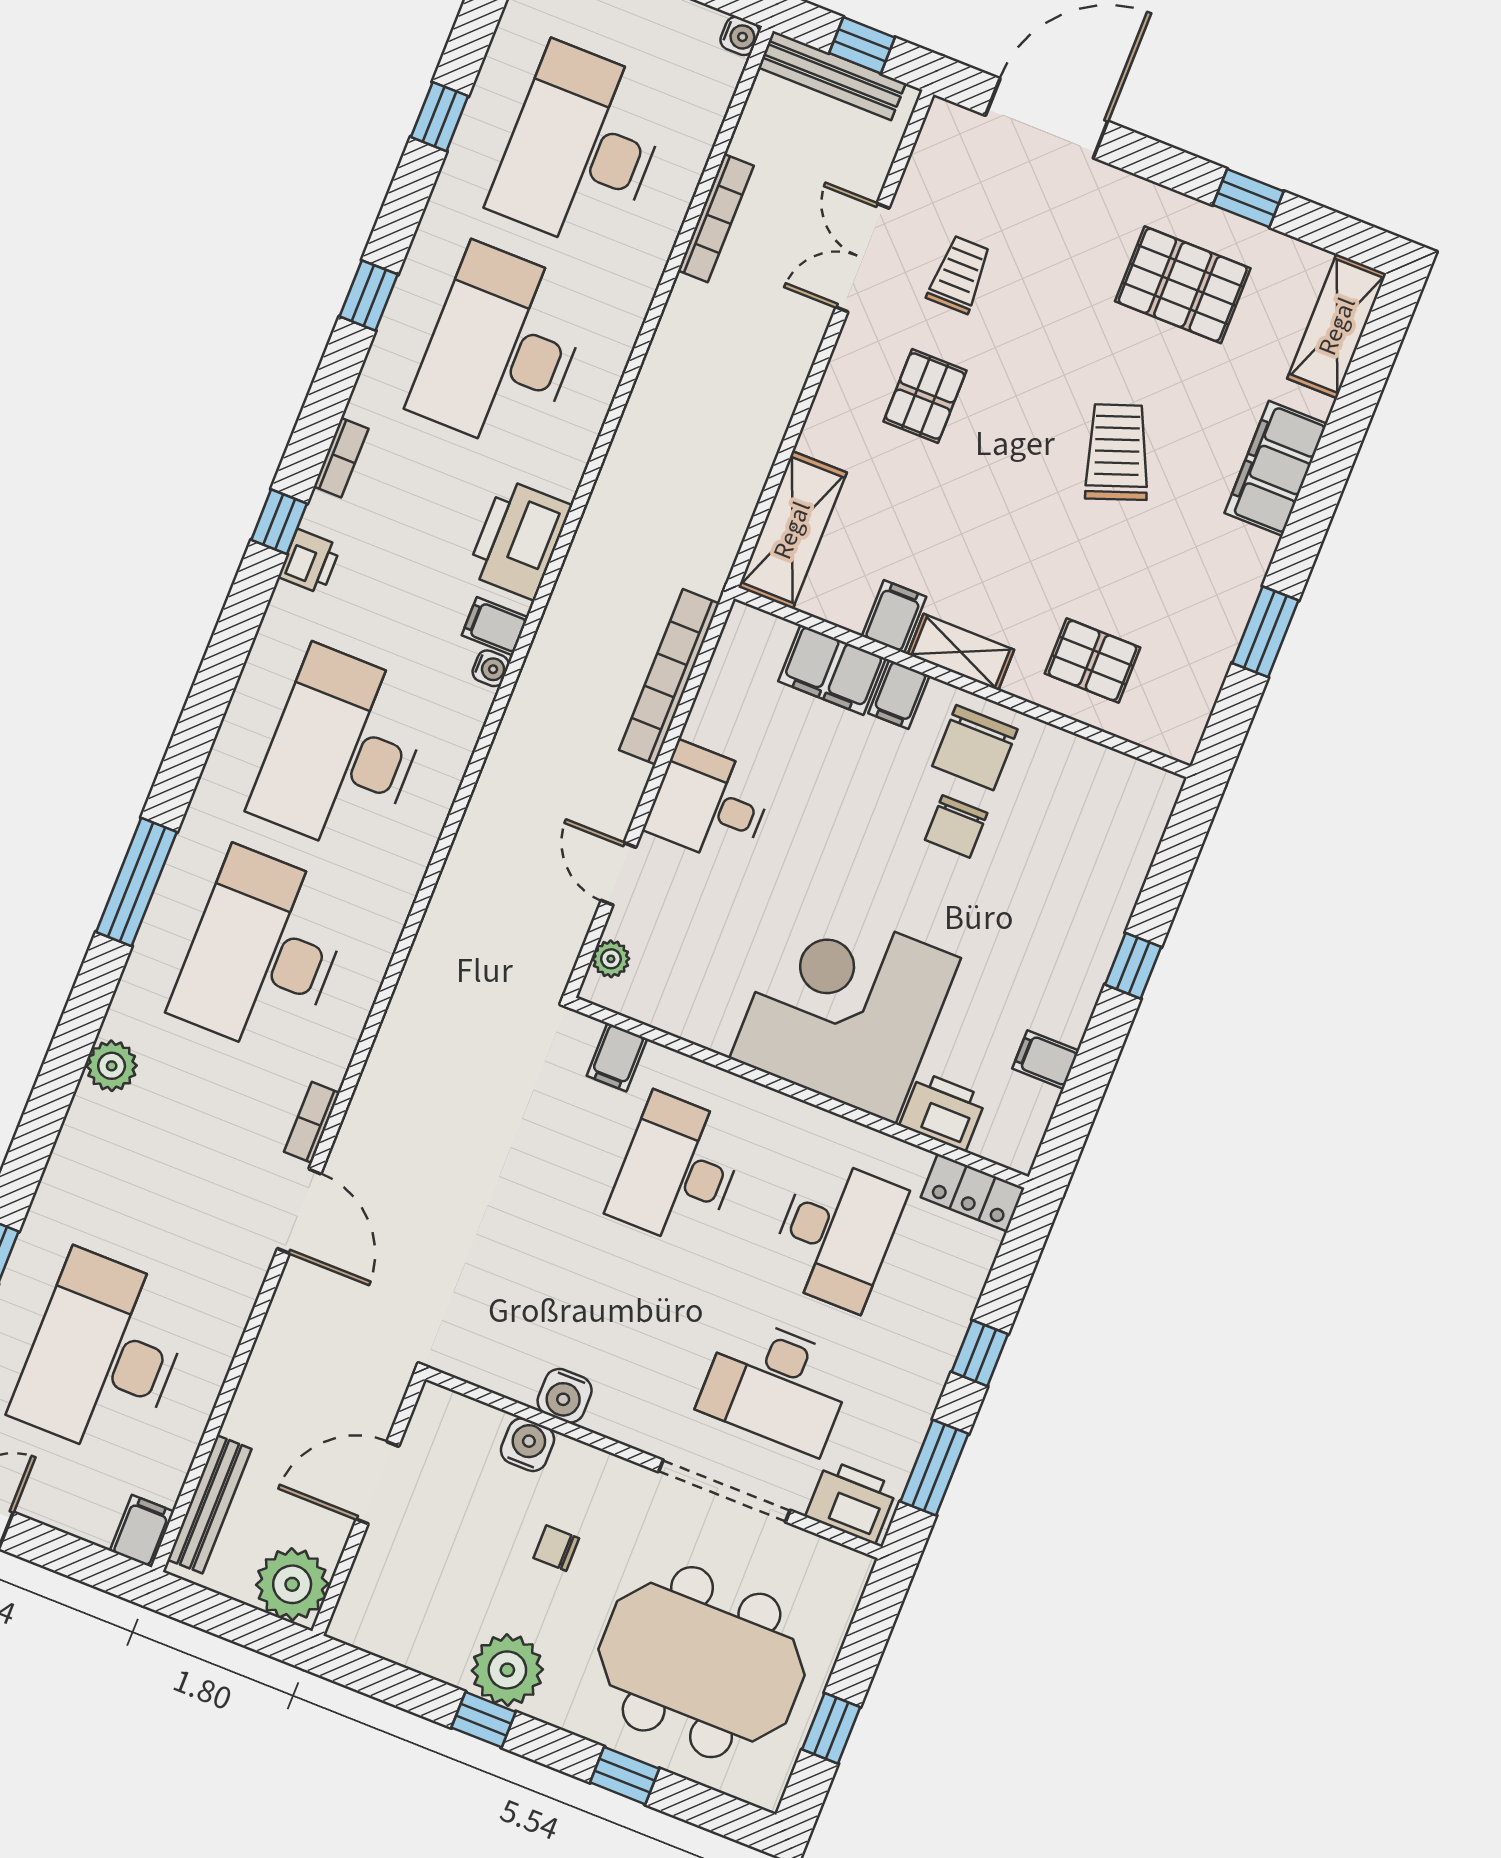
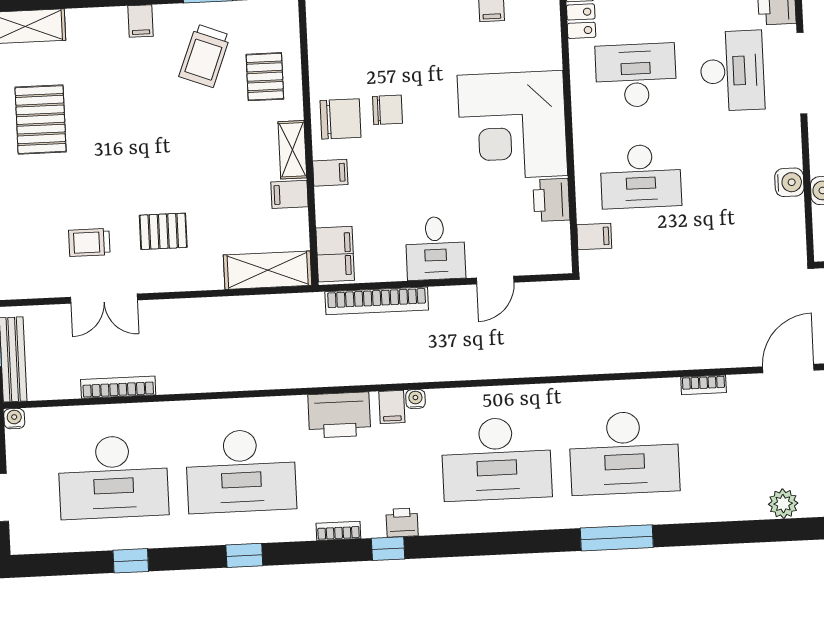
trolley: (1117, 452) -> (205, 56), moved, turned -49
filing cabinet: (1276, 468) -> (141, 21), width x0.33, depth x0.86
filing cabinet: (832, 670) -> (335, 254), moved
plant: (611, 959) -> (543, 264), removed
plant: (112, 1066) -> (783, 504), moved
printer: (943, 1111) -> (551, 200), moved
door: (299, 1211) -> (788, 369), moved

